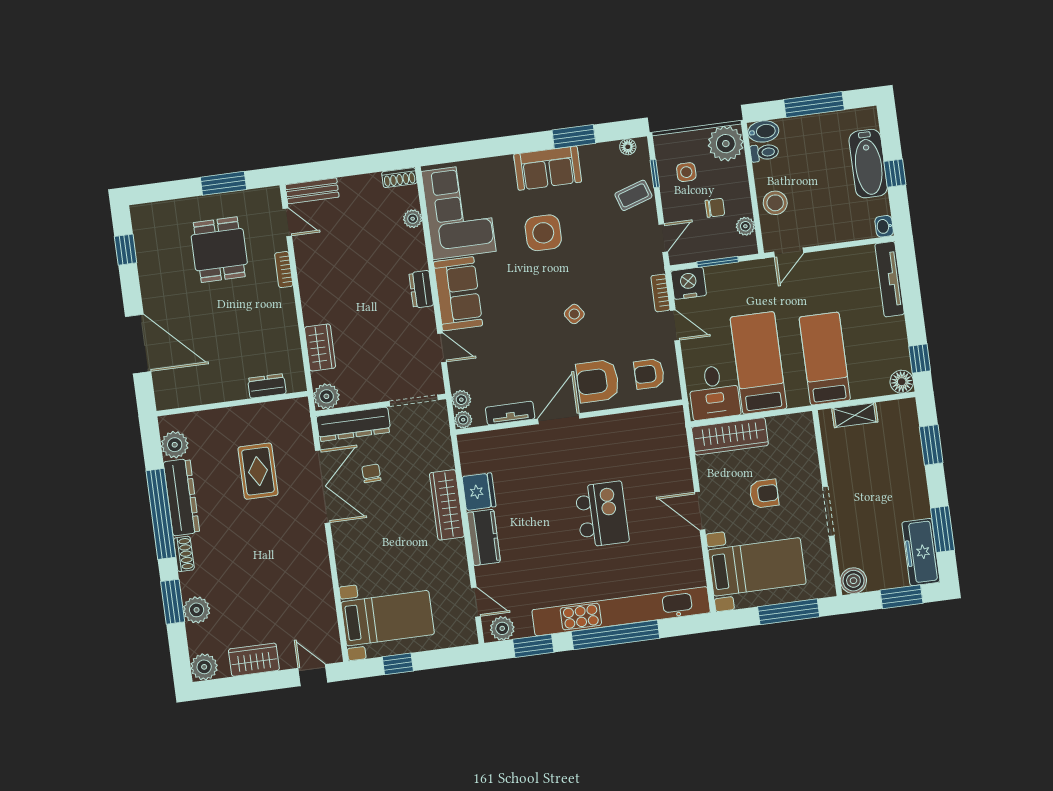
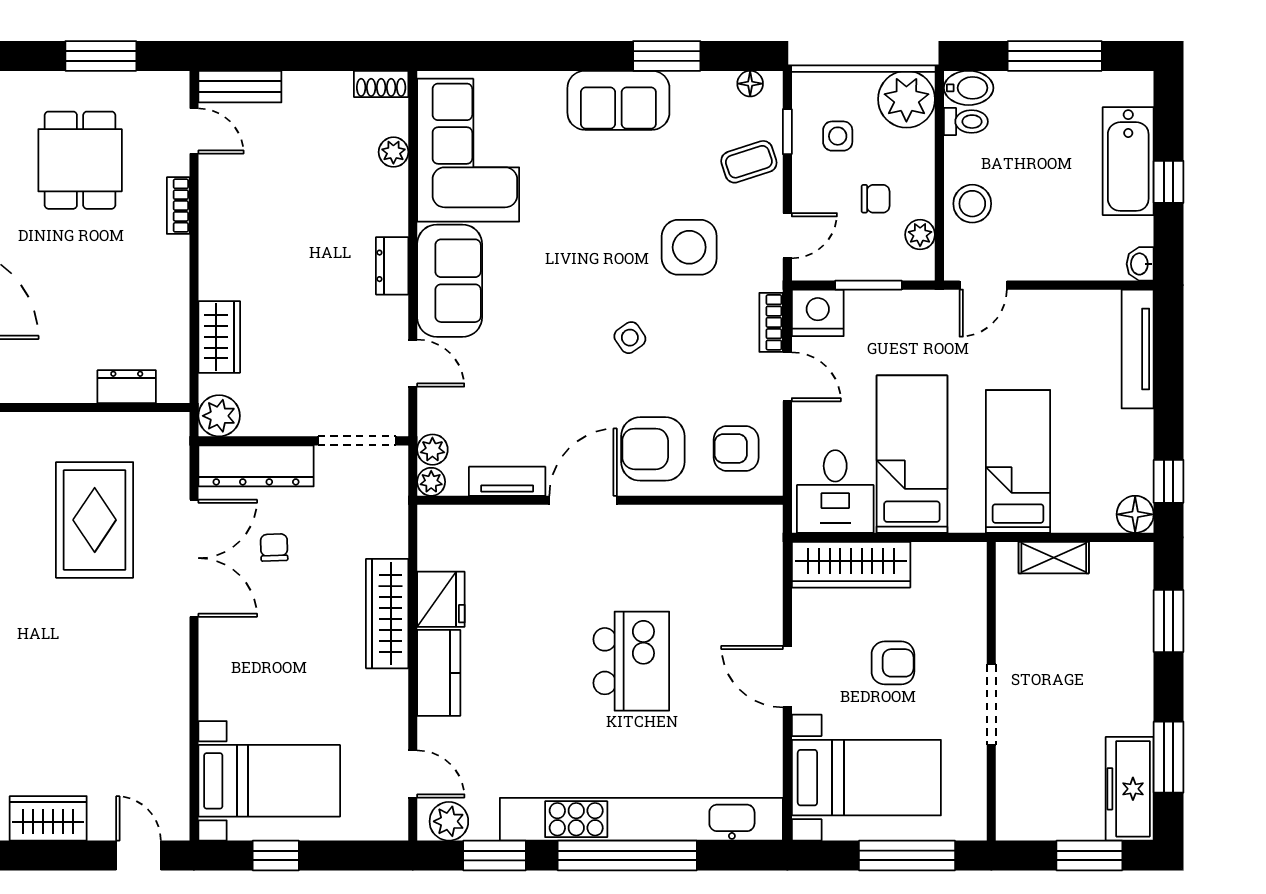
side table: (543, 233) -> (689, 247), moved
rug: (258, 471) -> (95, 520), width x1.36, depth x1.43
boiler: (853, 581) -> (1017, 820), removed

